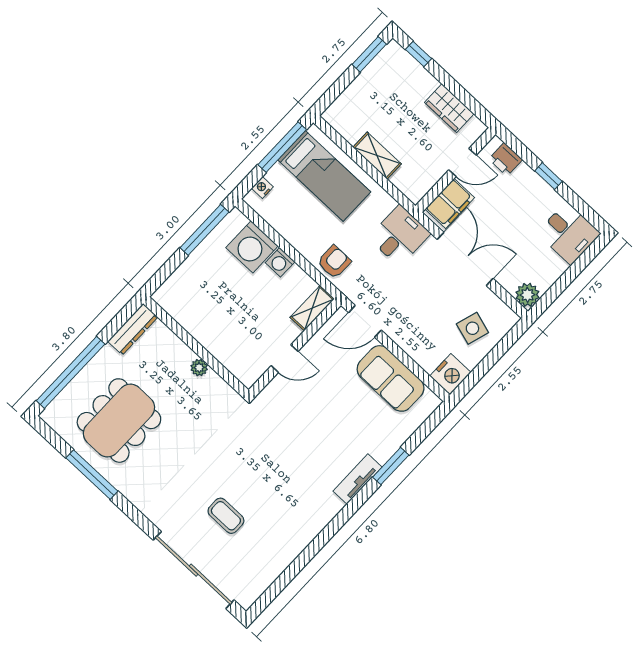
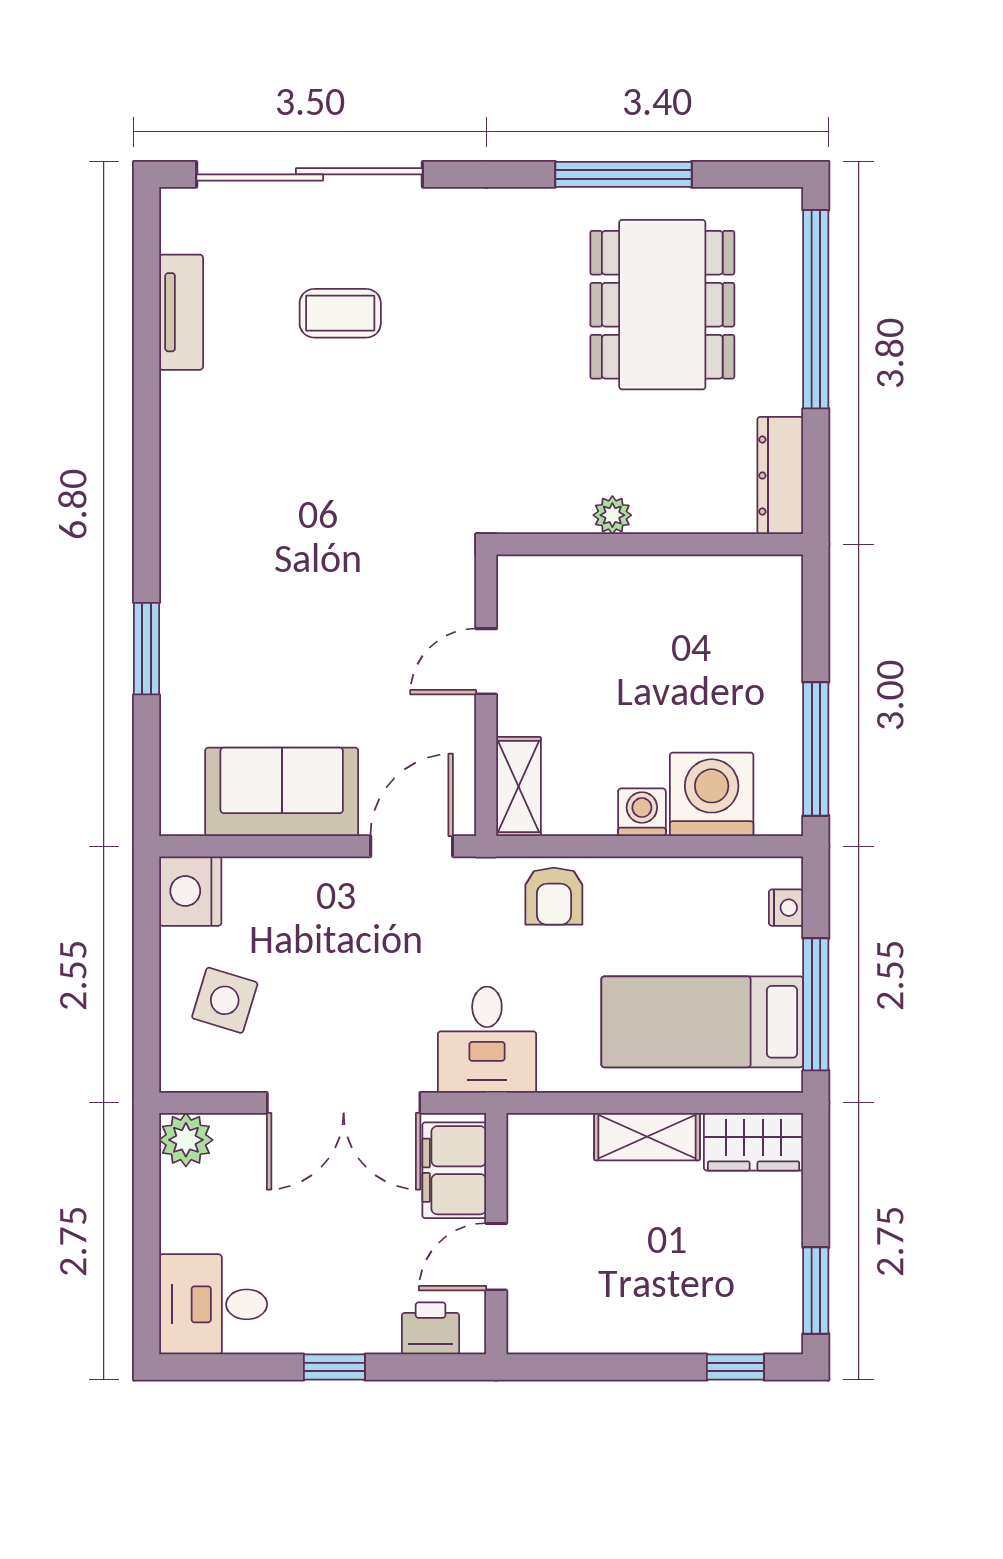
wardrobe: (449, 108) -> (754, 1142), moved, turned 180
tv unit: (357, 479) -> (181, 312), moved

